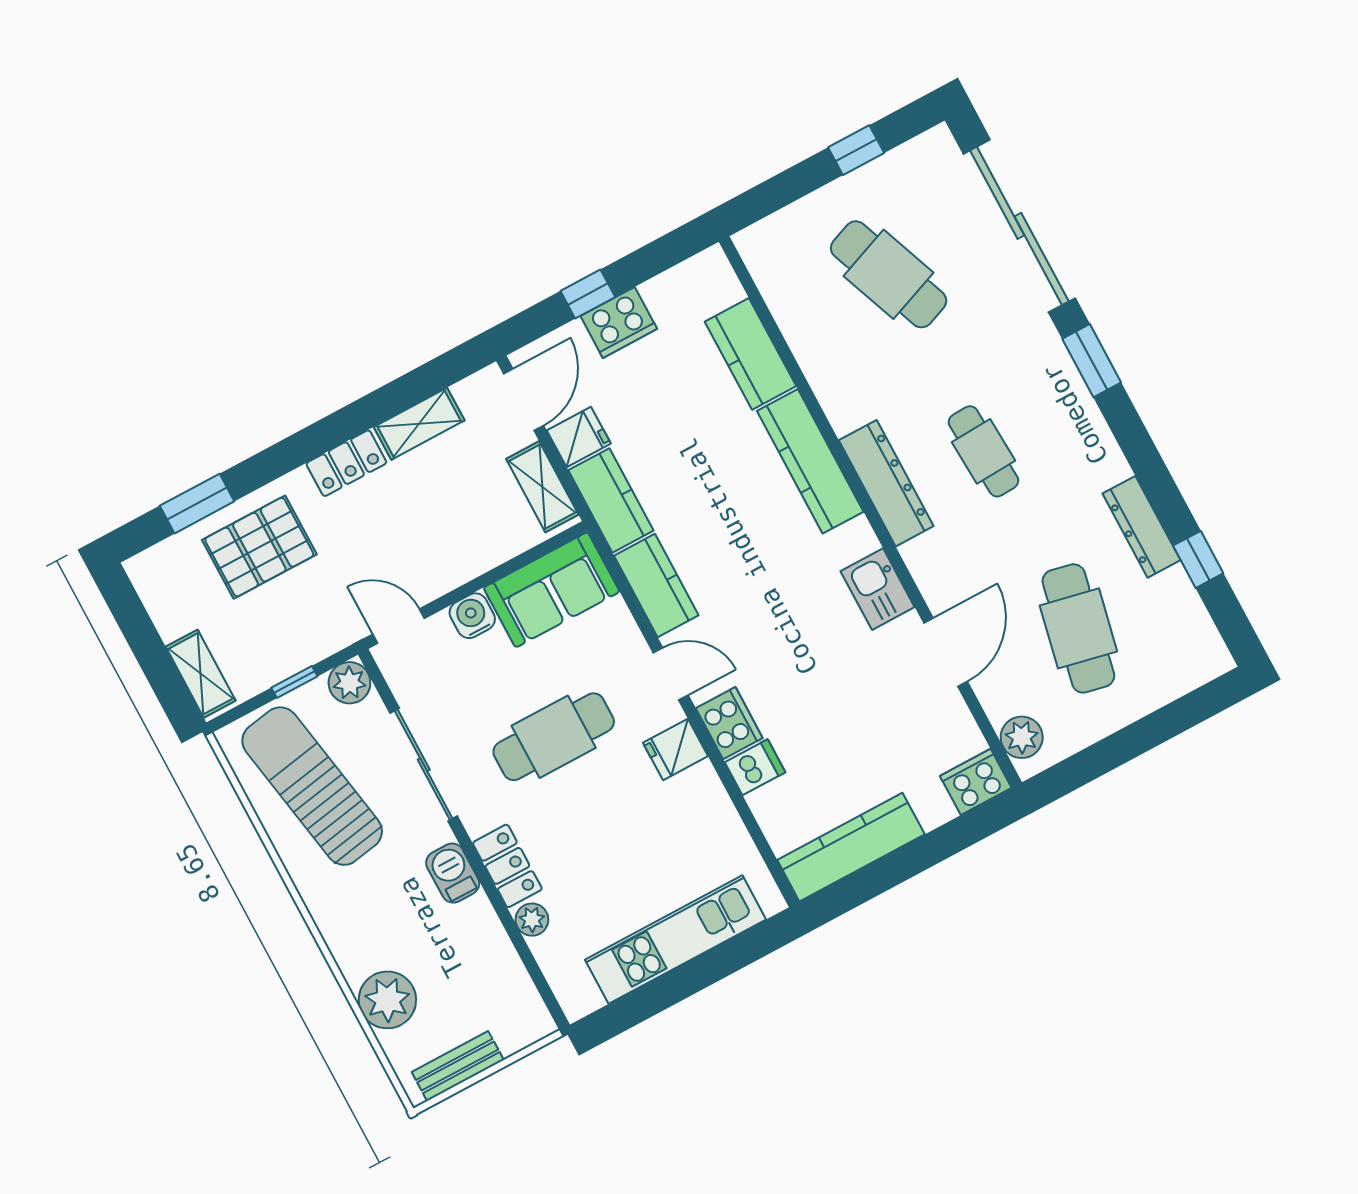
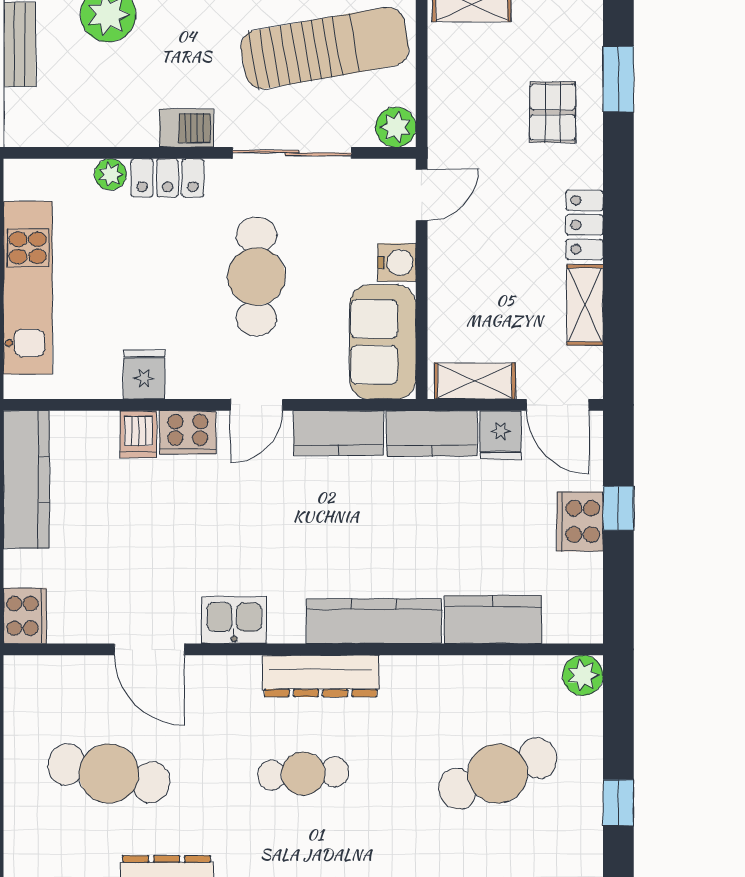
pallet: (259, 547) -> (553, 112), width x0.67, depth x0.71
window: (294, 682) -> (422, 80), removed
plant: (1022, 737) -> (583, 675), moved
fridge: (675, 749) -> (144, 375), moved

